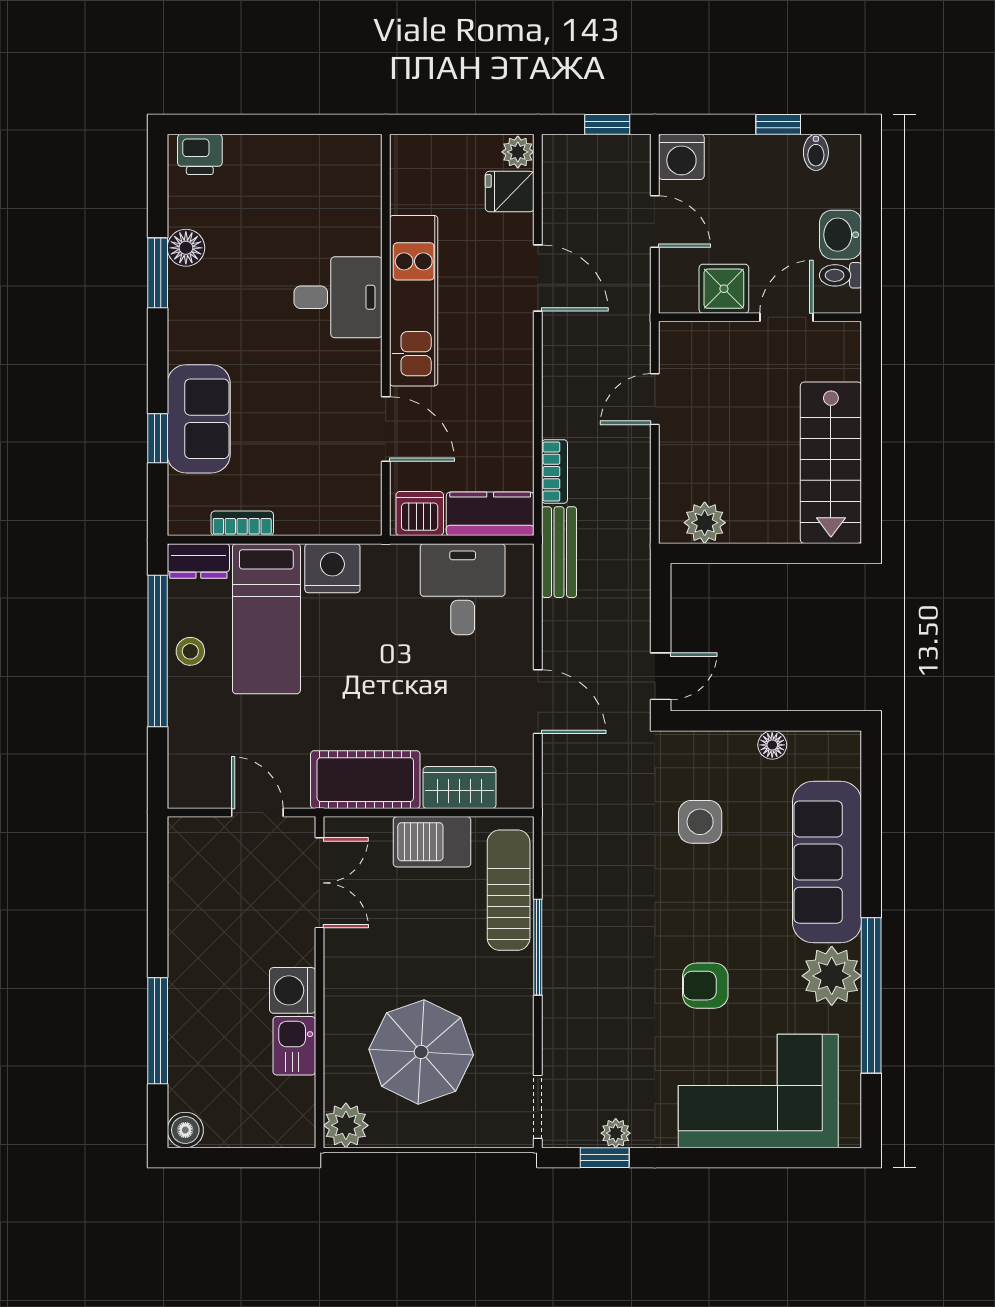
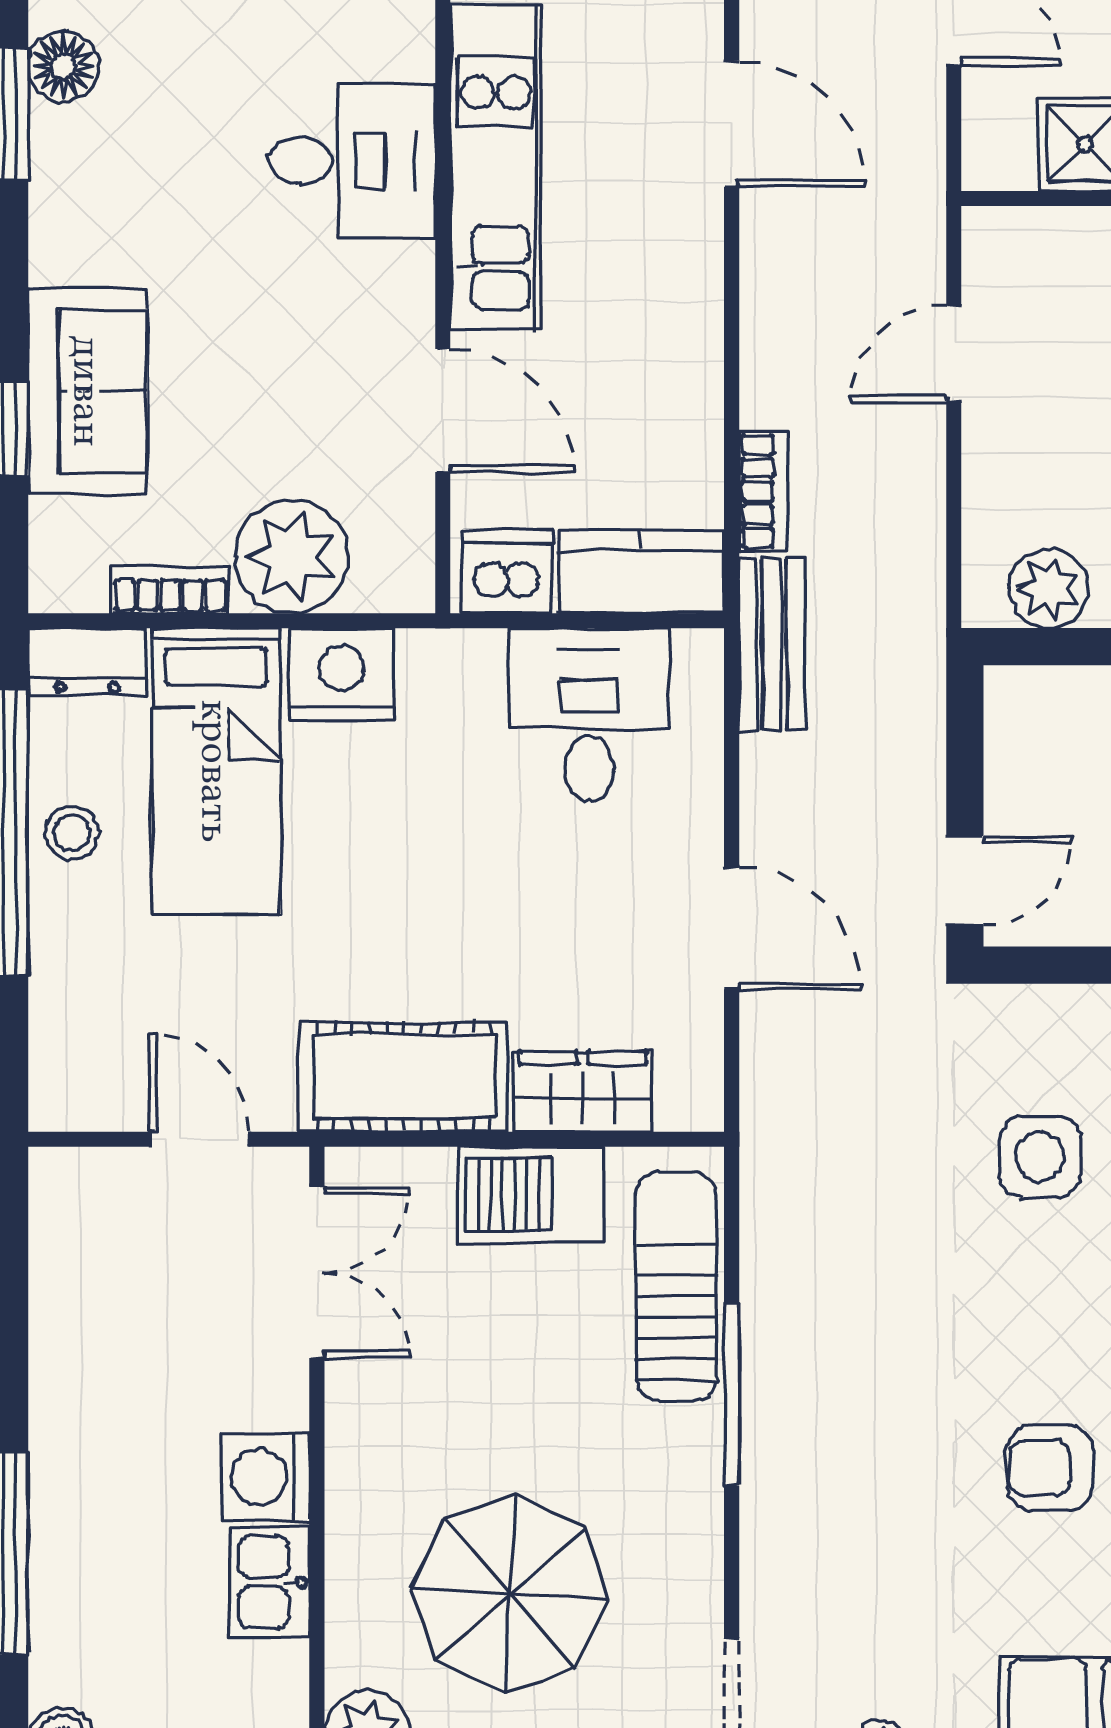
plant: (306, 506) -> (292, 557), added

